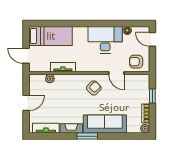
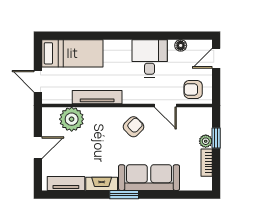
door: (152, 39) -> (216, 58), hinge flipped
desk: (105, 40) -> (150, 58), width x0.73
tv unit: (63, 67) -> (97, 97), width x1.41
plant: (50, 79) -> (72, 119), width x1.88, depth x1.88
plant: (145, 129) -> (206, 141), moved

